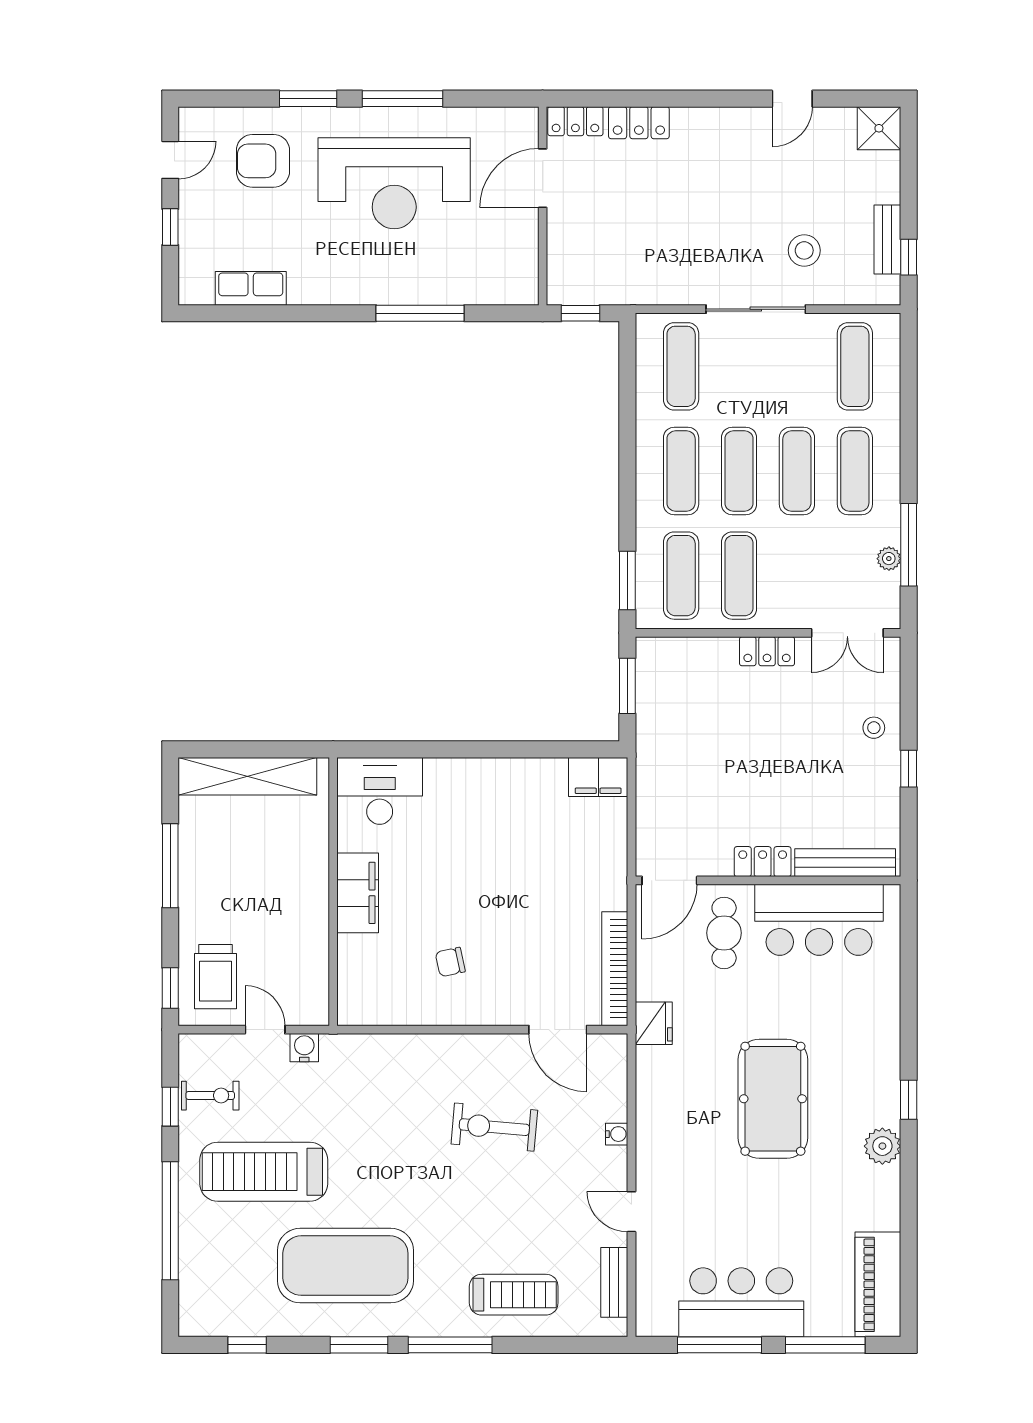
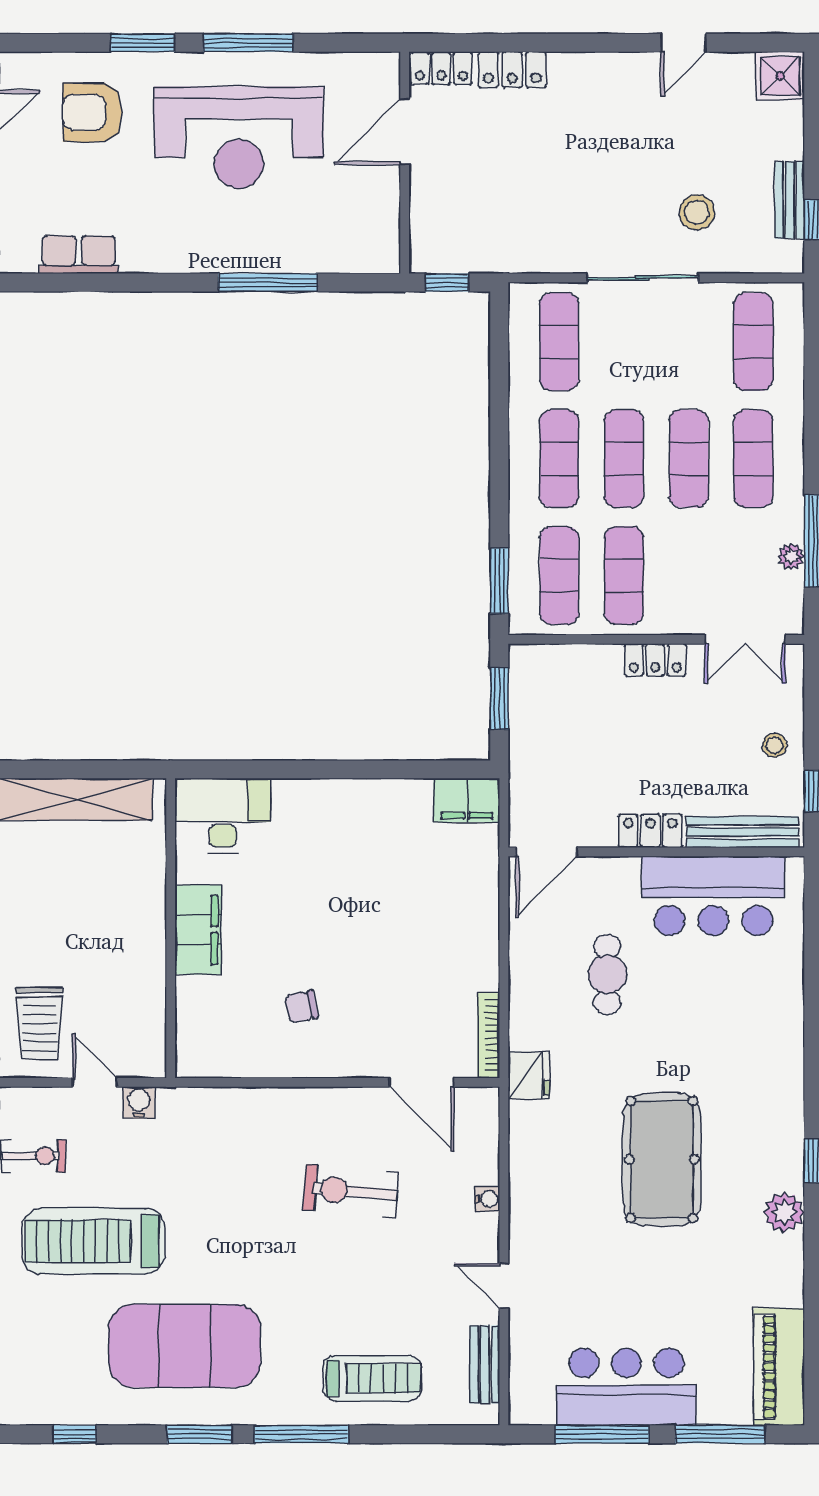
locker: (763, 862) -> (650, 831), moved
bench: (845, 863) -> (742, 832), moved
door: (669, 880) -> (546, 852), moved
wall: (768, 880) -> (656, 852), moved
bar counter: (819, 920) -> (713, 896), moved
bookcase: (615, 969) -> (489, 1035), width x0.68, depth x0.76

